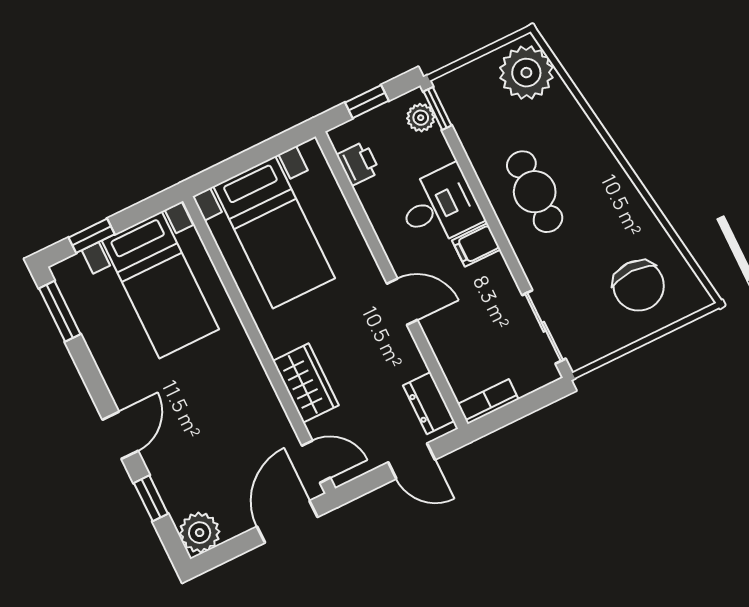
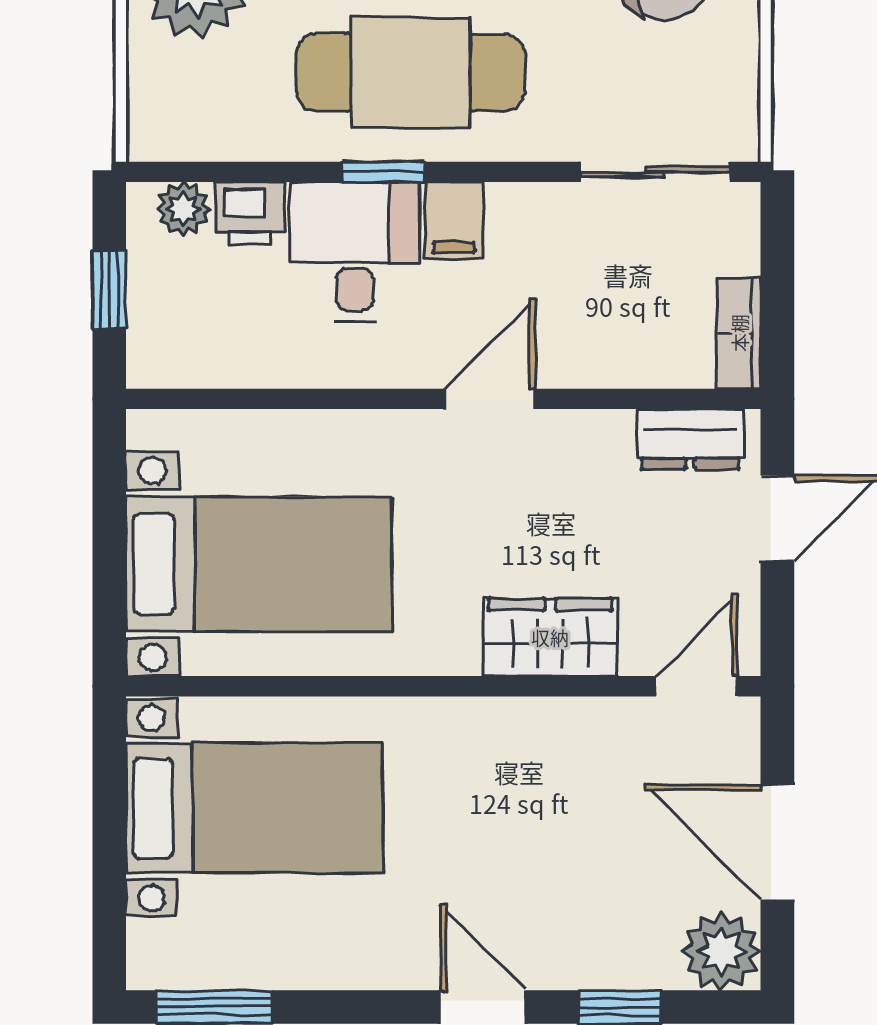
window: (437, 108) -> (384, 172), moved
printer: (358, 163) -> (250, 213), moved, turned 180
cafe table: (535, 192) -> (410, 73), width x1.37, depth x1.35
window: (92, 236) -> (109, 887), removed
door: (287, 522) -> (777, 842), moved

